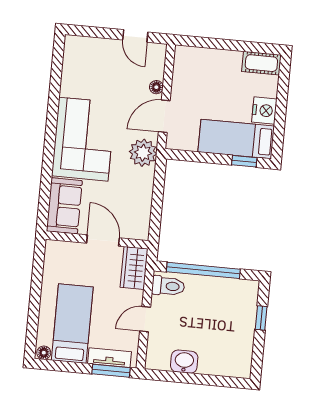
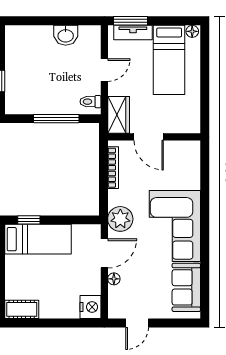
door: (135, 36) -> (137, 323), swing flipped
nightstand: (264, 111) -> (90, 307), moved, turned 180
sofa: (64, 206) -> (186, 287), moved
bookcase: (146, 210) -> (113, 168), added
window: (203, 270) -> (56, 119), width x0.68
toilet: (168, 286) -> (90, 102), width x0.73, depth x0.72

